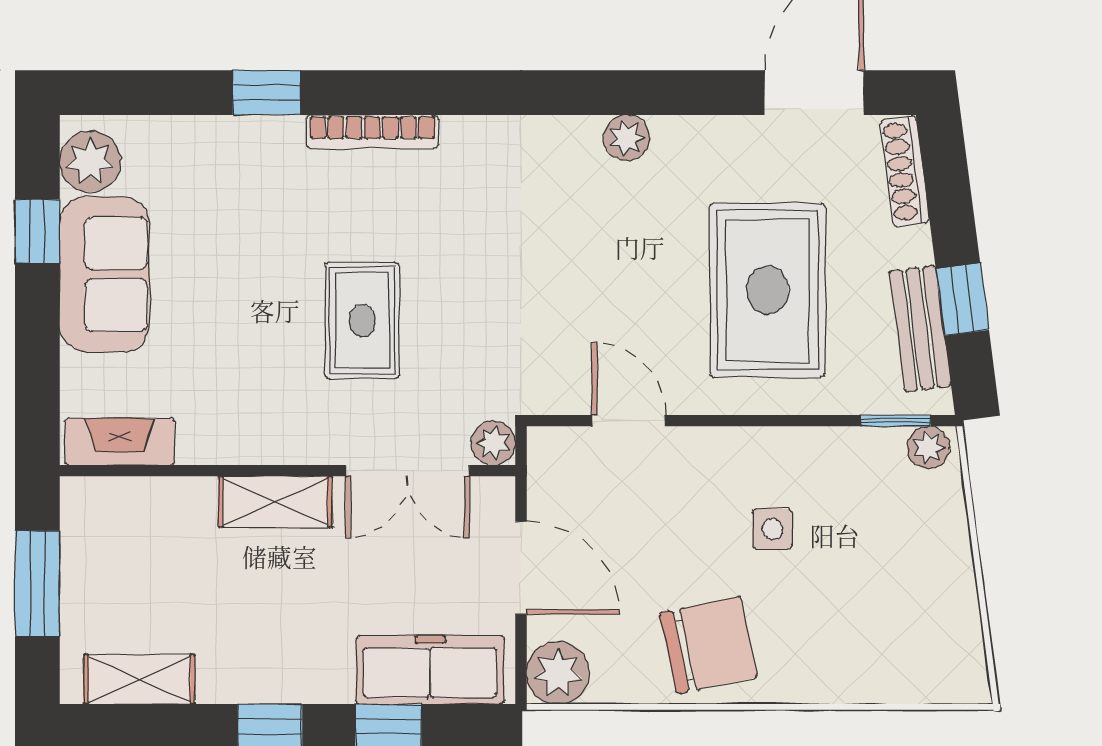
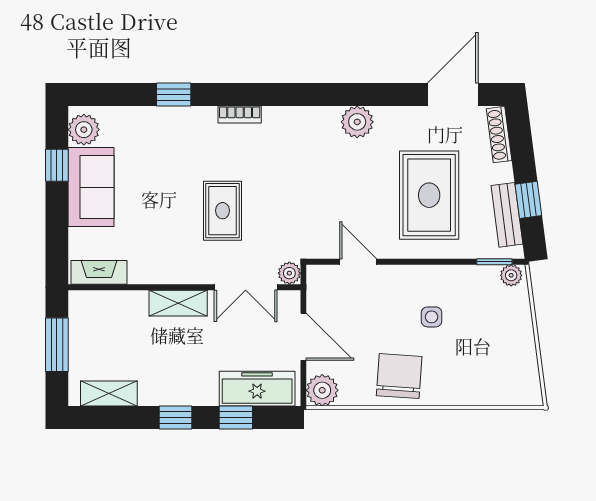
bookcase: (372, 132) -> (240, 114), width x0.64
plant: (627, 138) -> (357, 122), width x1.38, depth x1.38
chair: (709, 645) -> (399, 376), turned -74

